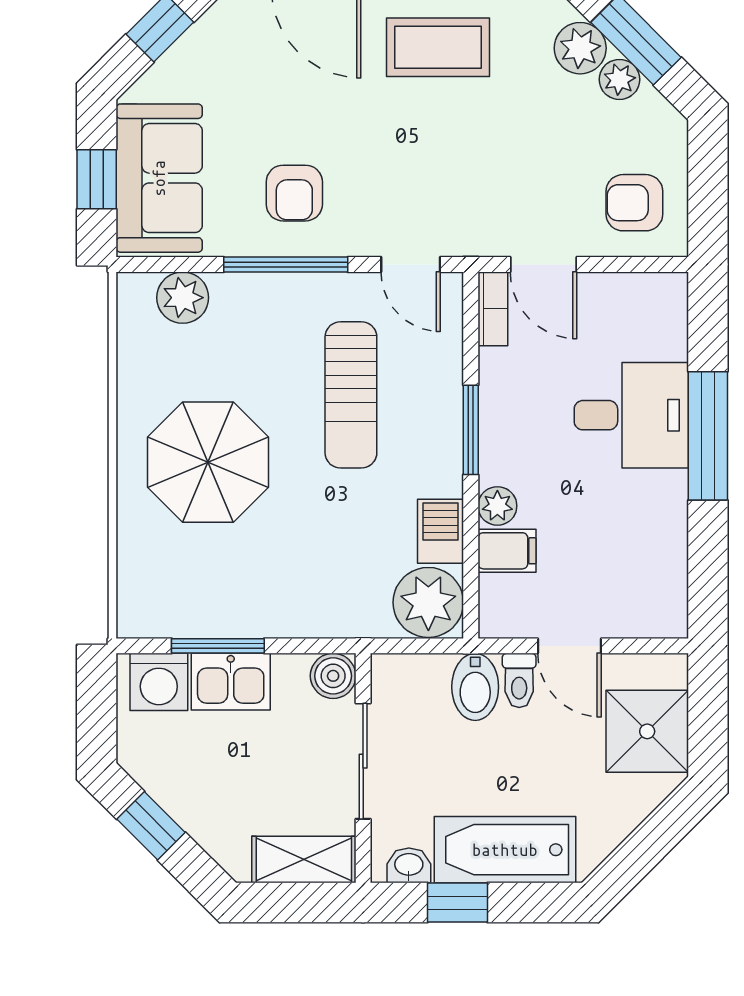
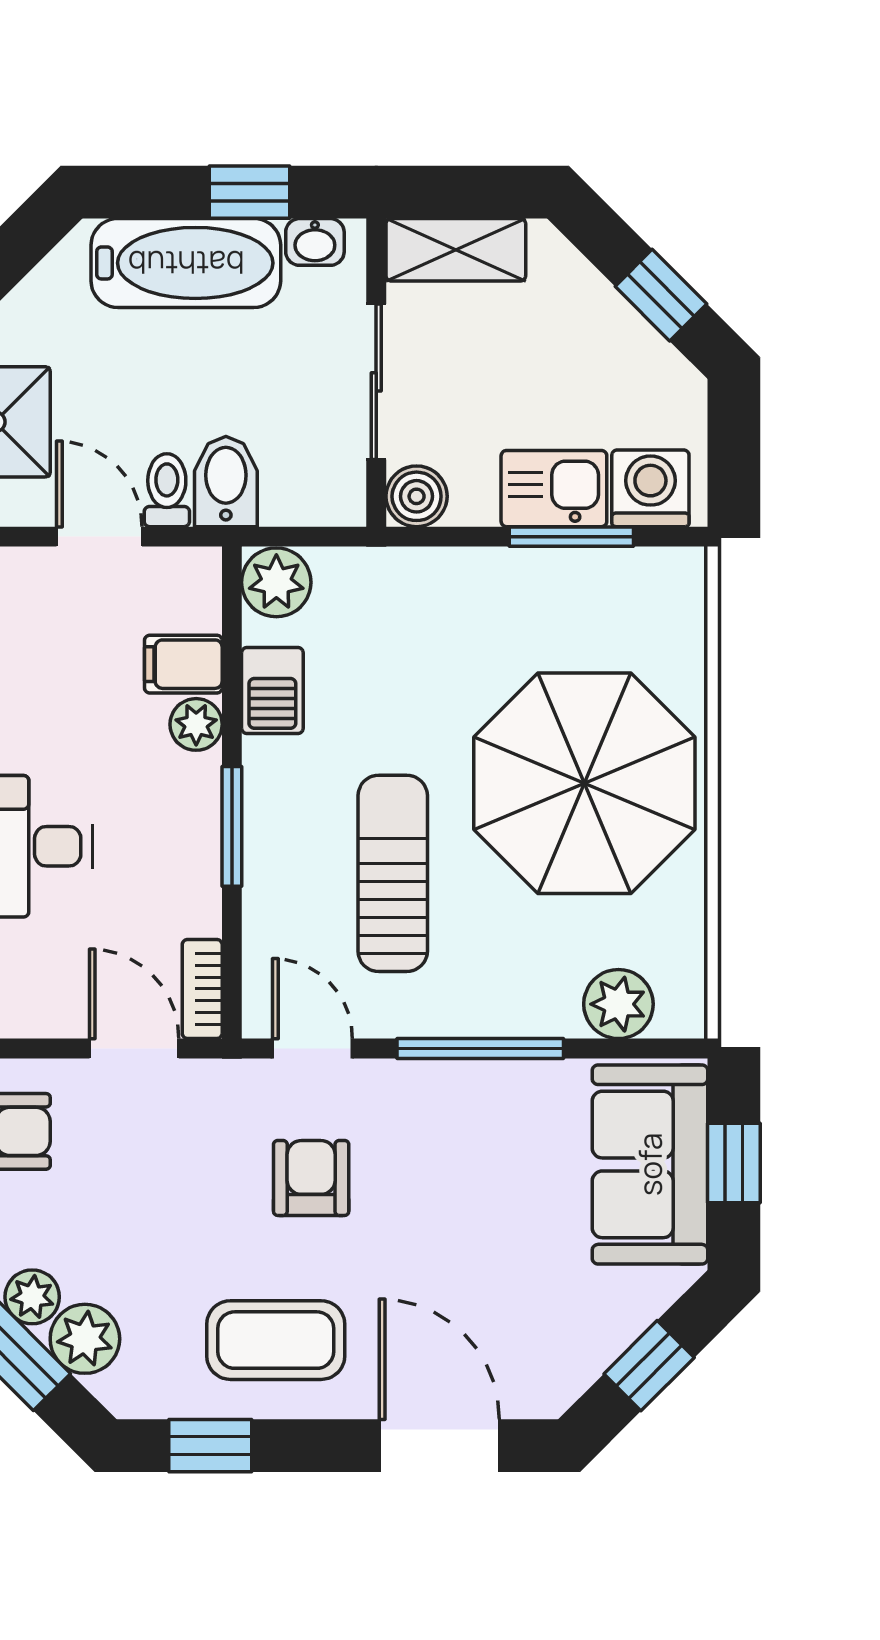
armchair: (294, 193) -> (311, 1178), moved
parasol: (208, 462) -> (584, 783), width x1.36, depth x1.36
plant: (428, 602) -> (276, 582), width x0.73, depth x0.73

